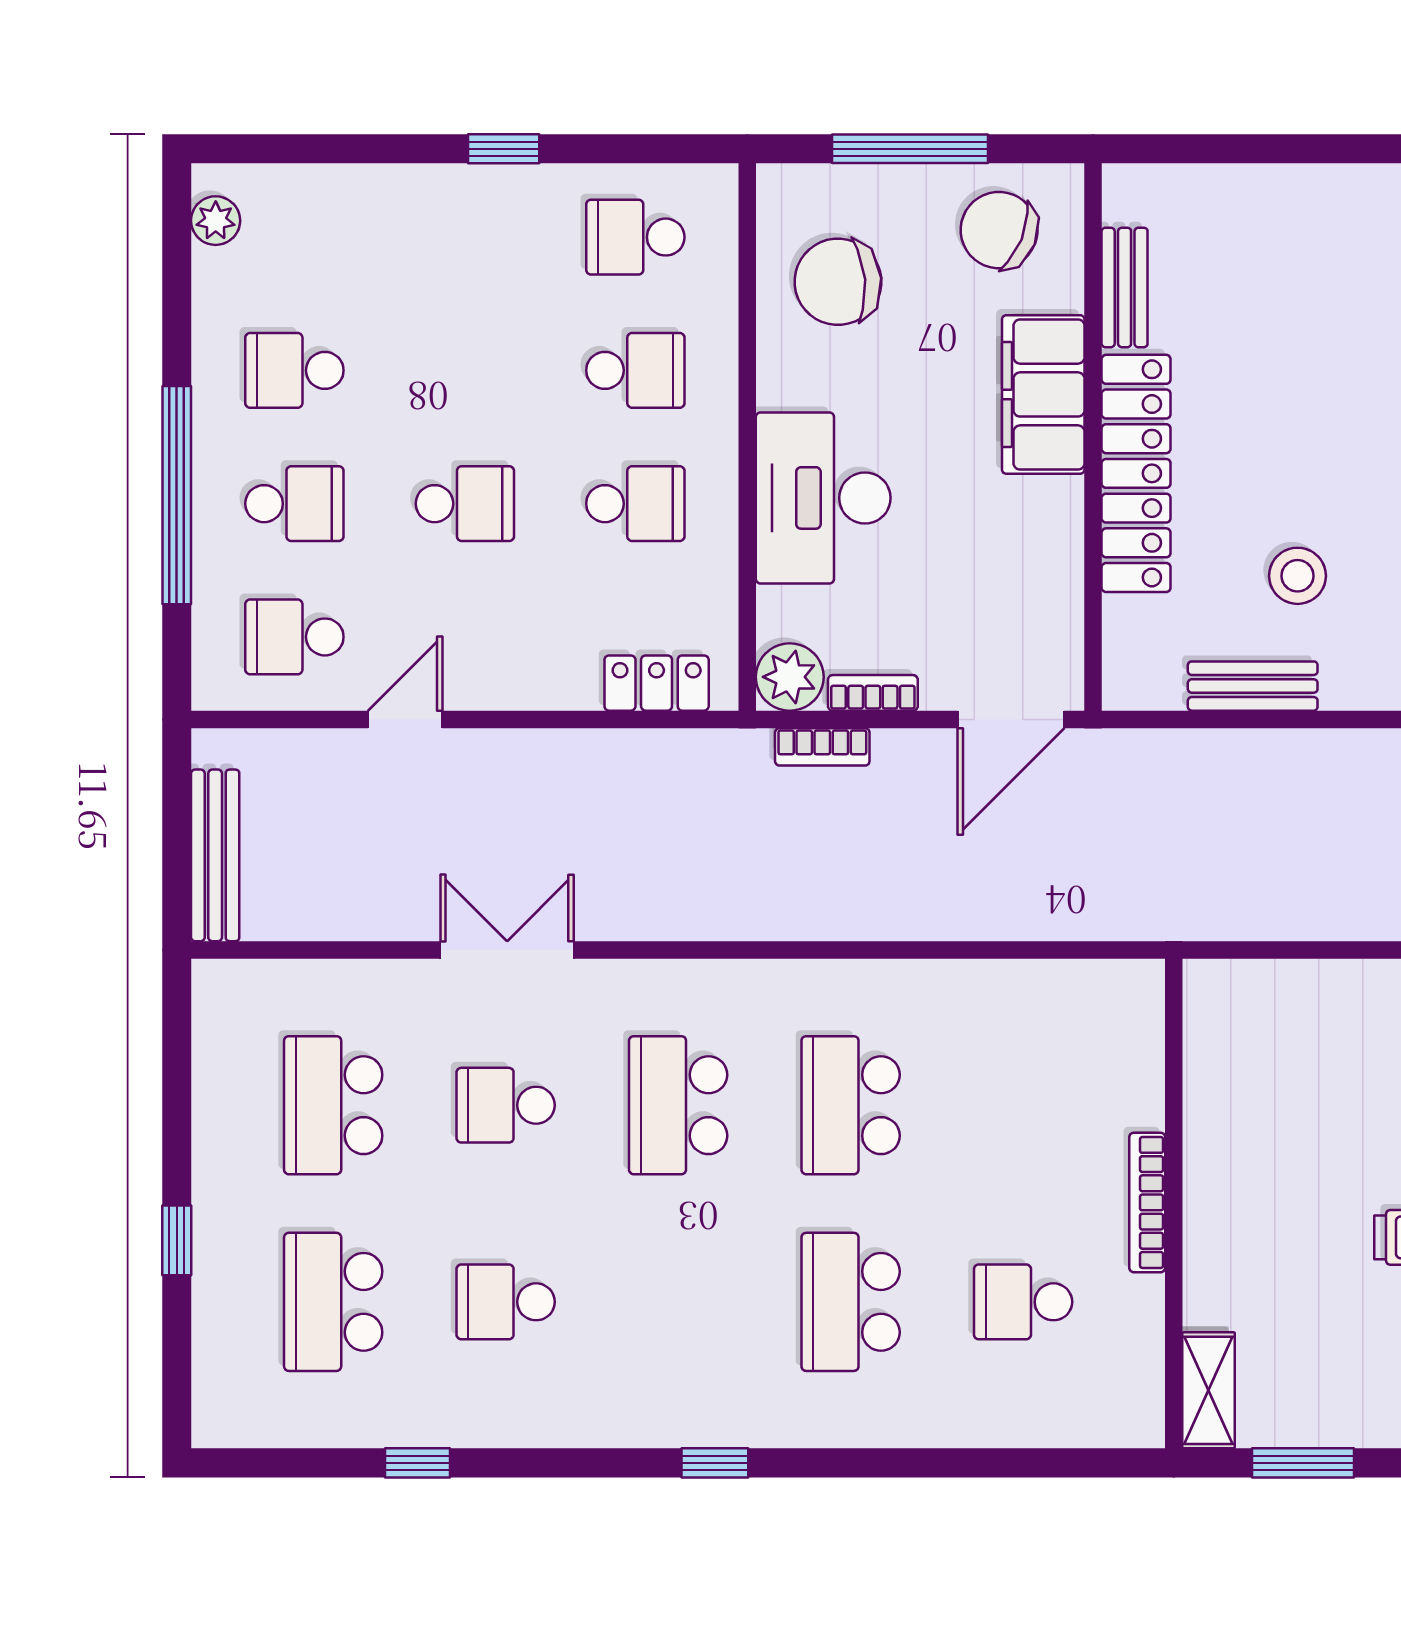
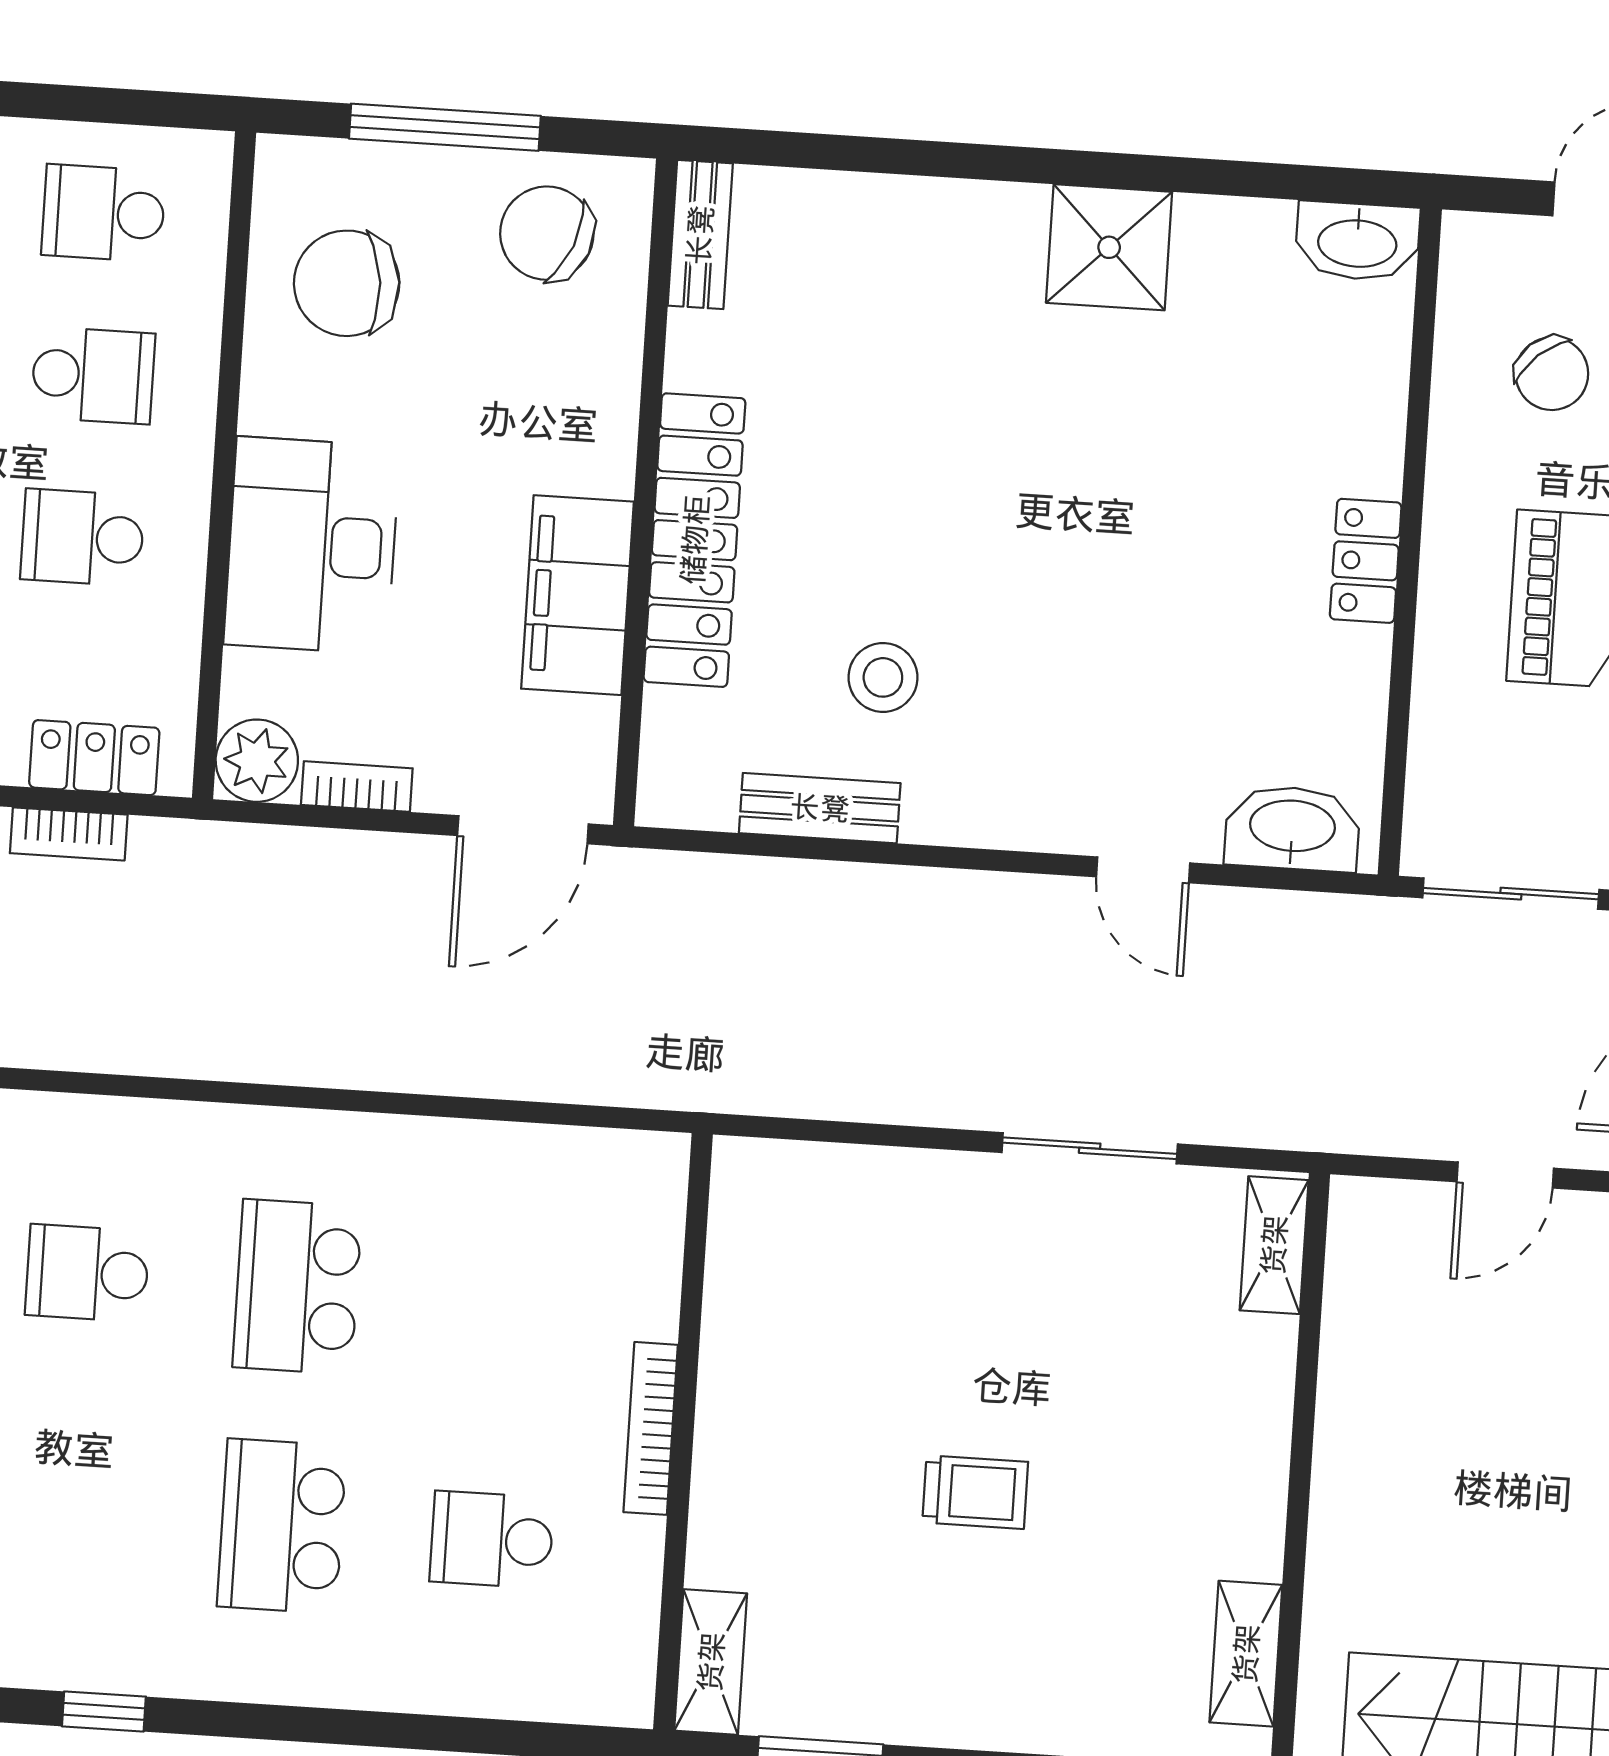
bench: (1125, 287) -> (700, 235), moved
filing cabinet: (1043, 394) -> (577, 595), moved
school desk: (635, 504) -> (83, 537), turned 180
bookcase: (822, 747) -> (69, 834), moved
school desk: (678, 1105) -> (87, 1273), width x0.54

